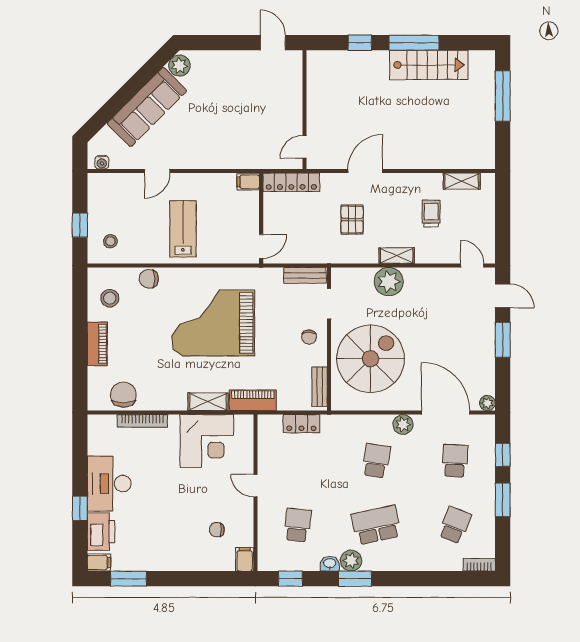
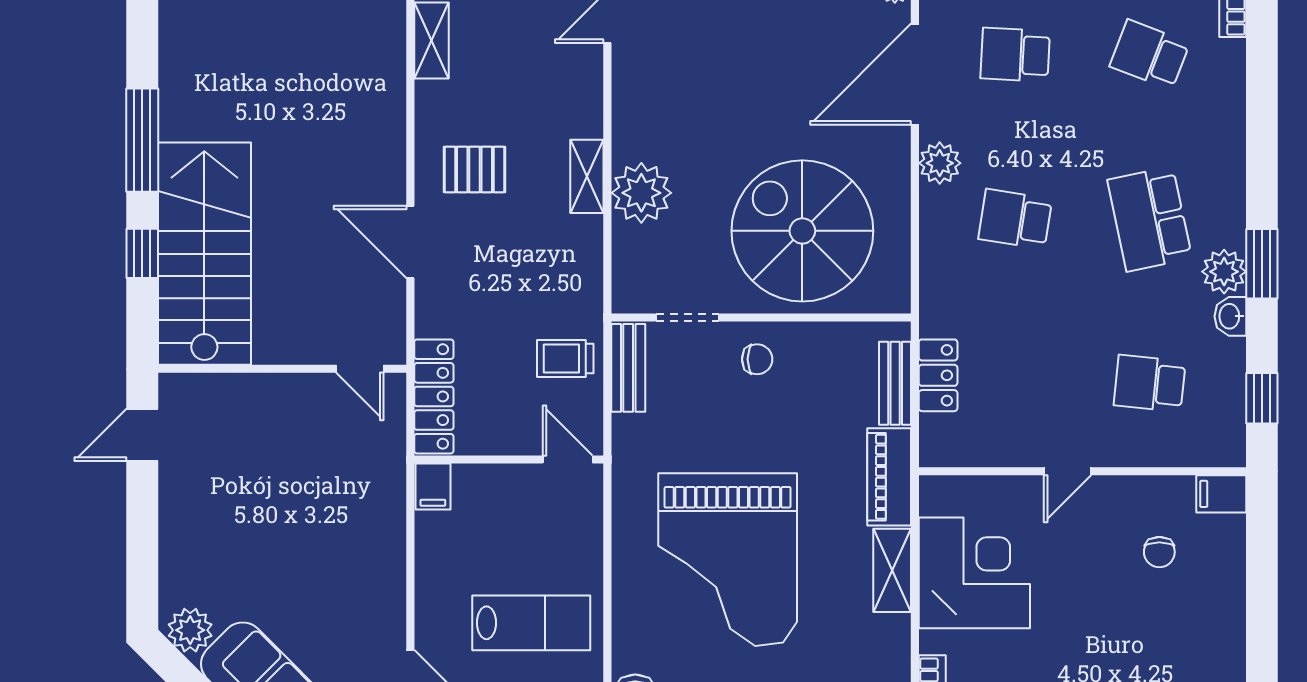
stairs: (429, 65) -> (204, 254), moved, width x1.36, depth x1.51
trolley: (431, 214) -> (565, 358), moved
pallet: (352, 220) -> (475, 170), moved
lab bench: (183, 229) -> (531, 623), turned 180
bench: (320, 387) -> (895, 383), moved, turned 90

